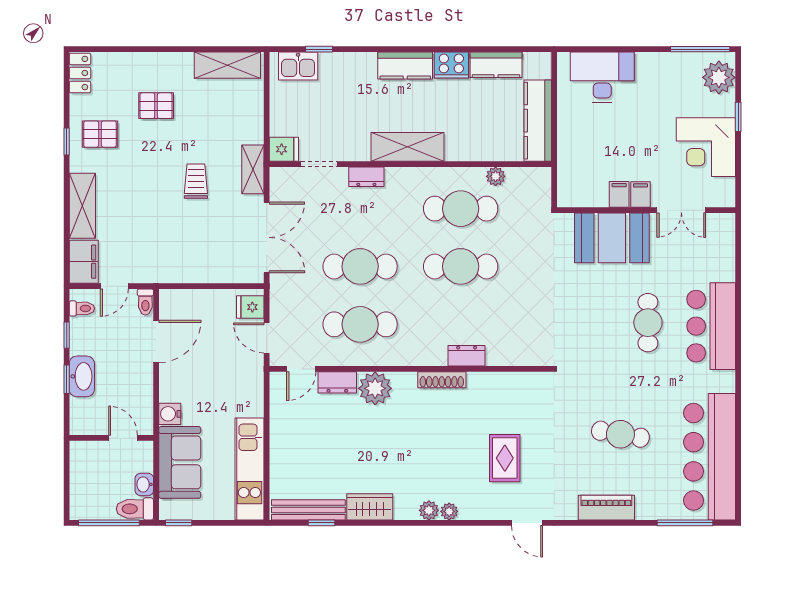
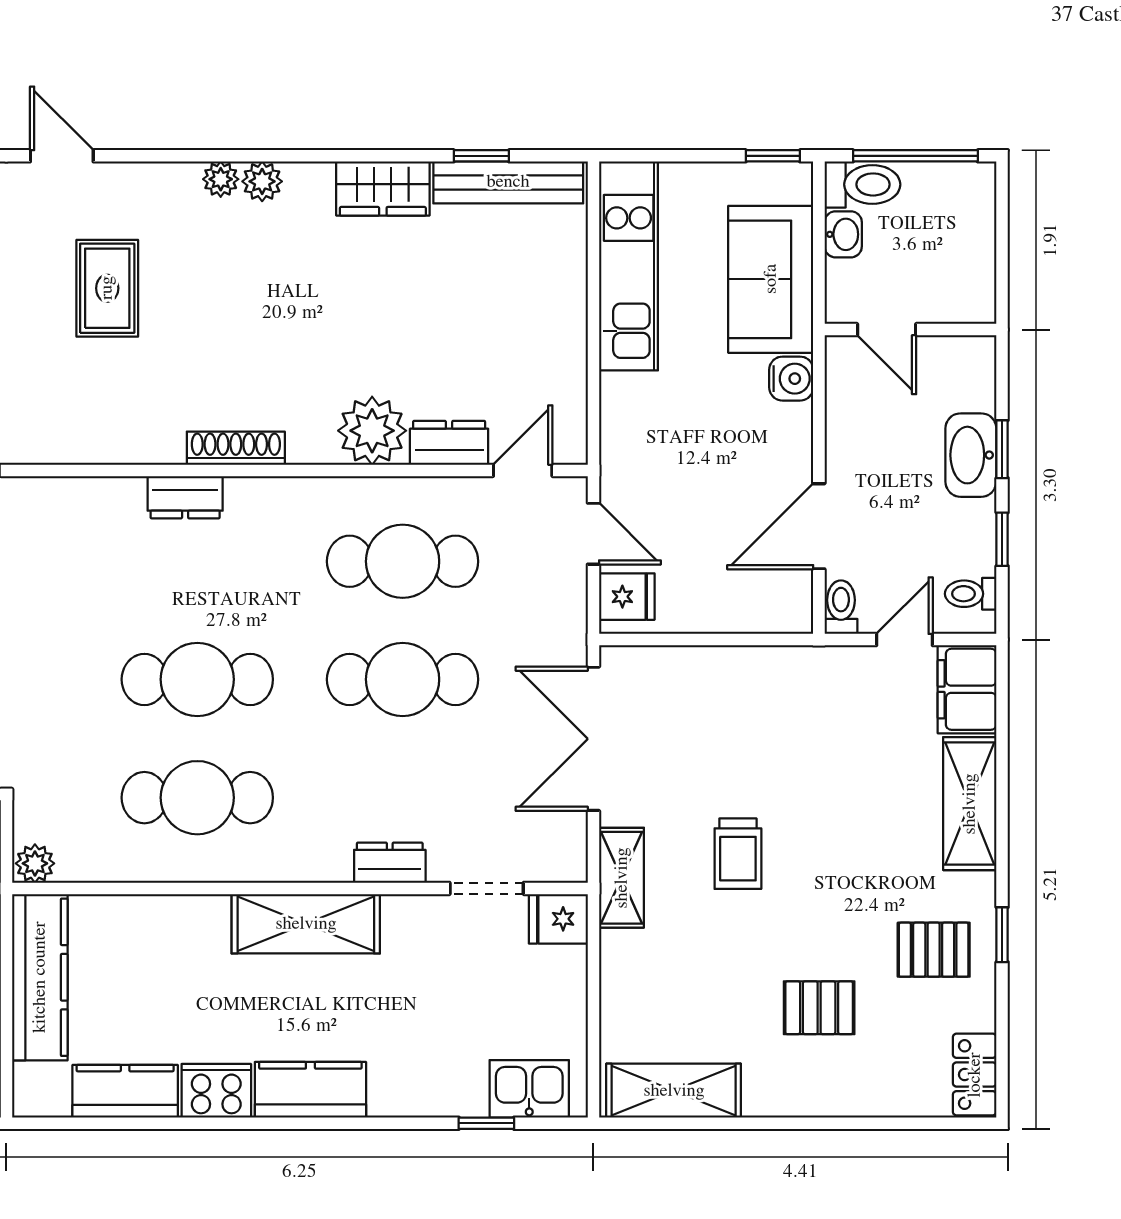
plant: (496, 176) -> (35, 863), moved

